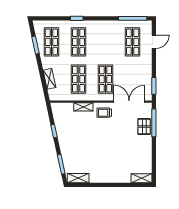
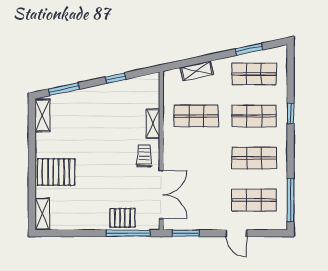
door: (154, 42) -> (236, 233), moved
shop shelf: (106, 79) -> (254, 158), moved
pallet: (115, 169) -> (56, 172), added

